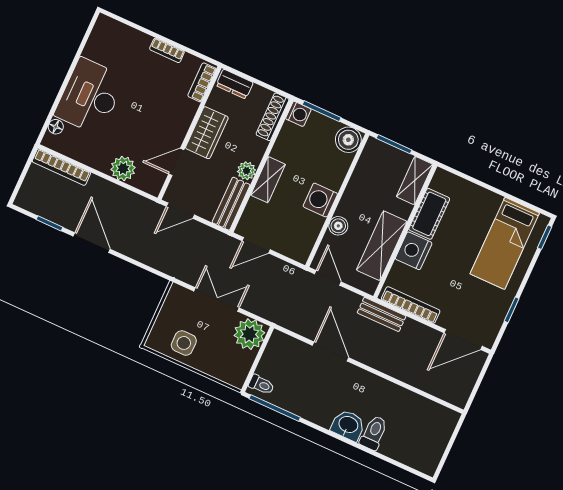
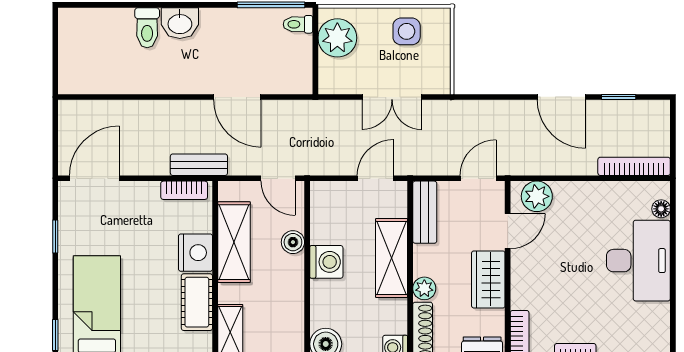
plant: (123, 168) -> (537, 196), moved
plant: (246, 171) -> (424, 288), moved
shelving: (268, 180) -> (392, 258), width x1.50, depth x1.33
bookcase: (411, 305) -> (184, 190), width x0.64
plant: (249, 334) -> (337, 38), moved

